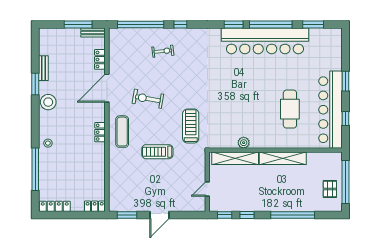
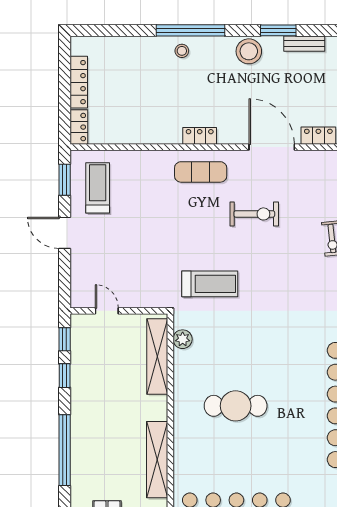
exercise bike: (148, 99) -> (254, 214), turned 80
cafe table: (290, 109) -> (236, 406), moved
plant: (244, 143) -> (183, 339), moved
treadmill: (157, 152) -> (98, 188), moved
shelving: (283, 158) -> (157, 460), moved
window: (35, 169) -> (191, 30), moved
locker: (55, 206) -> (79, 82), moved

